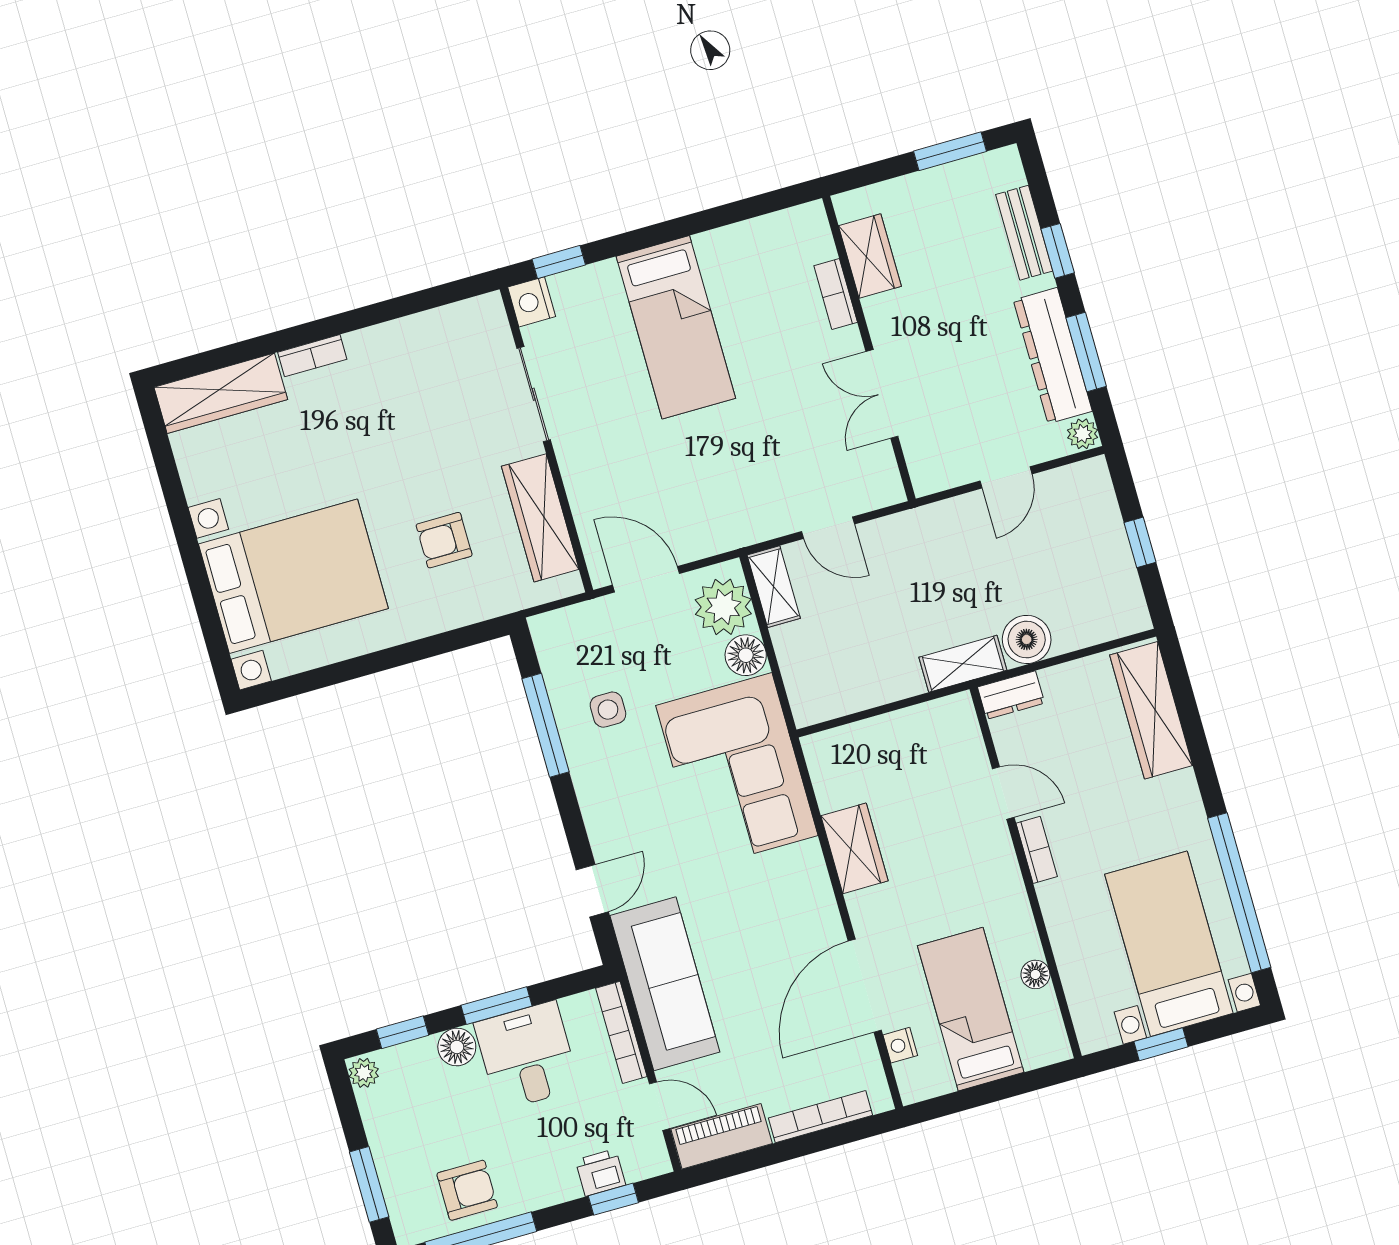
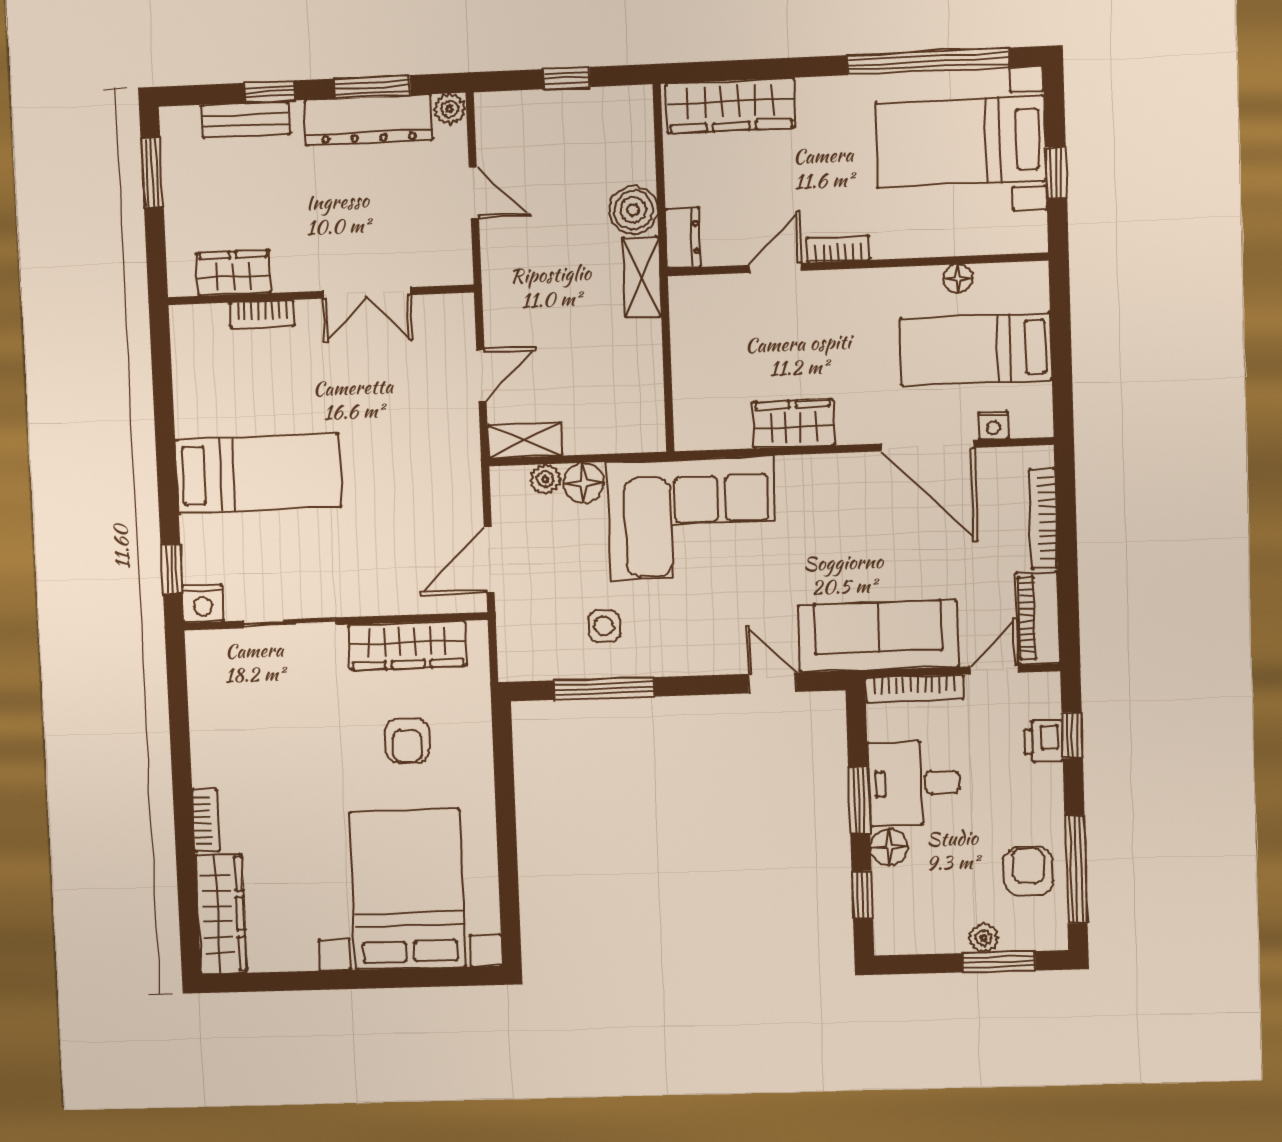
plant: (723, 607) -> (545, 479), width x0.53, depth x0.53
plant: (364, 1073) -> (984, 938), moved

